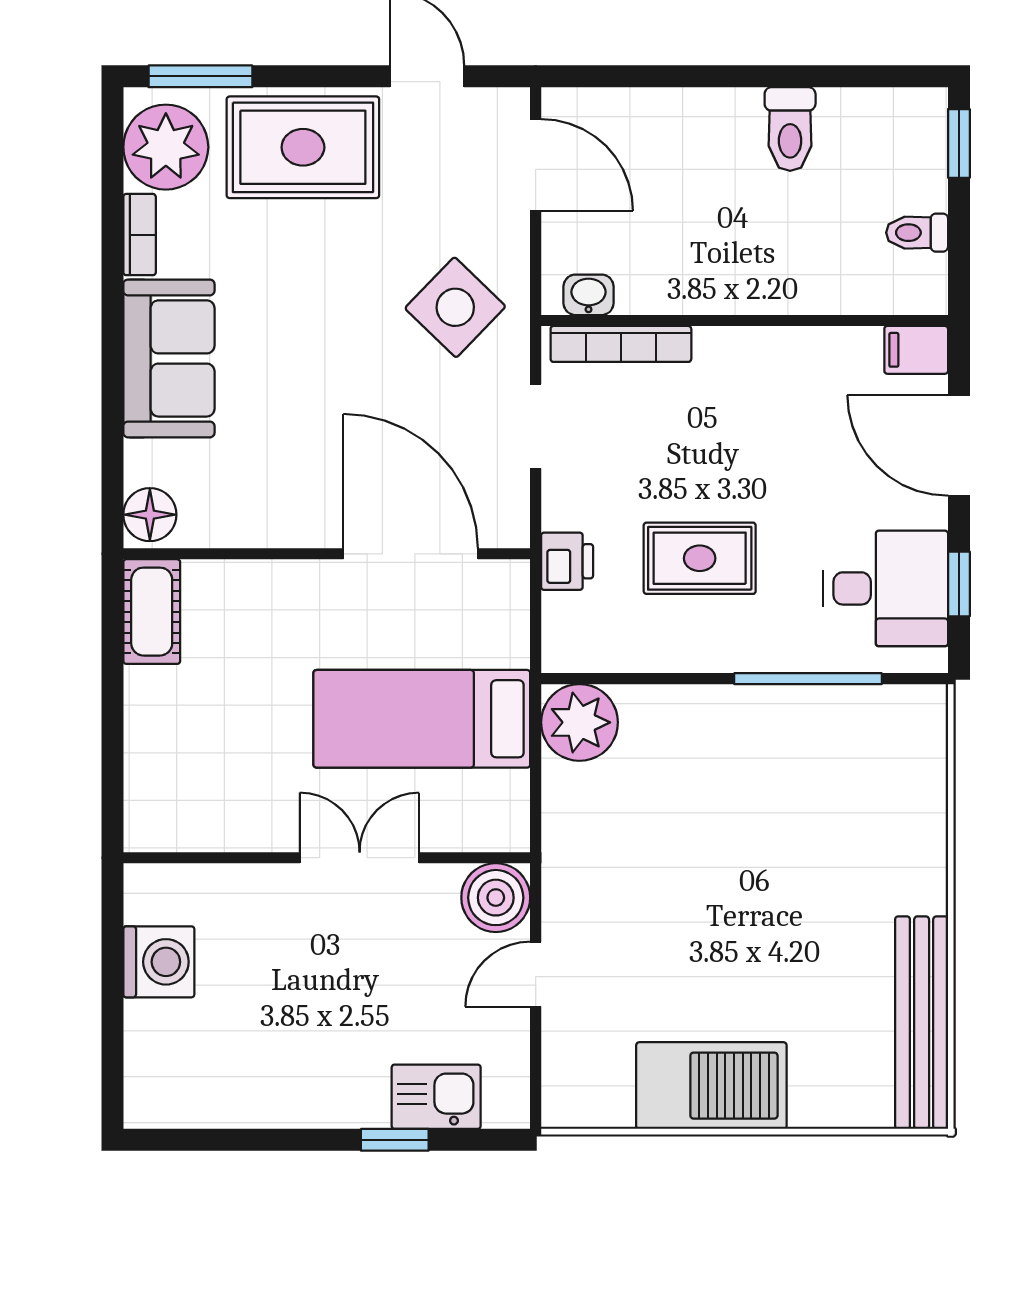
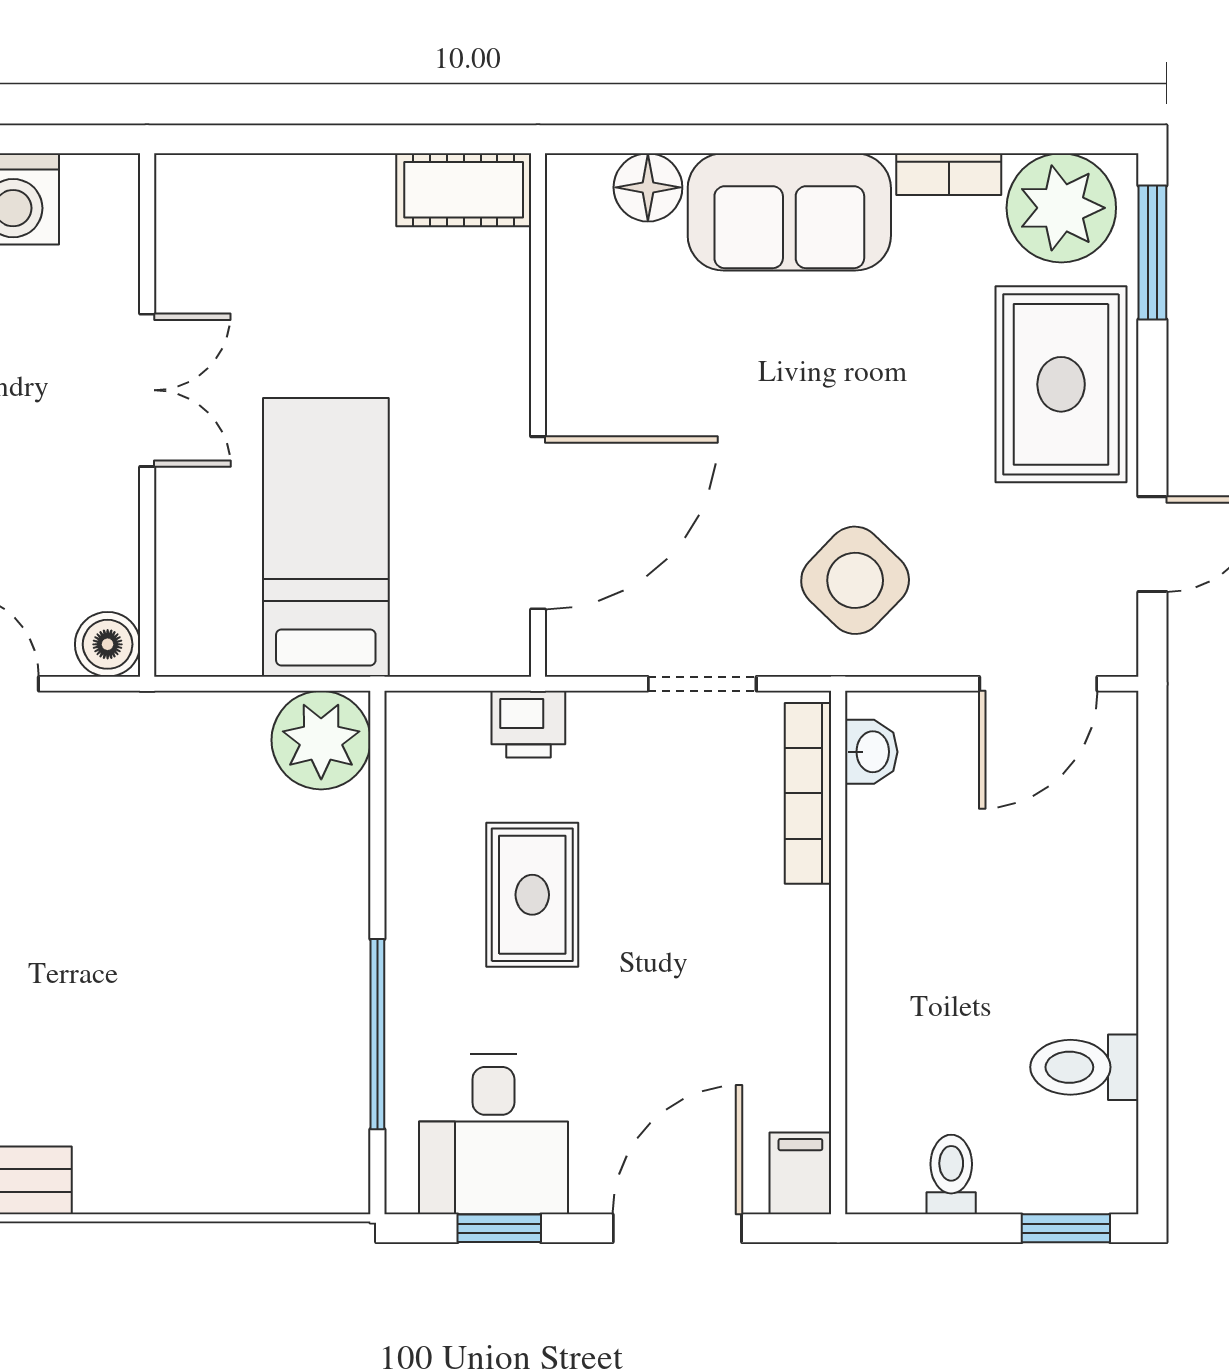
toilet: (790, 129) -> (1084, 1067), moved
floor lamp: (150, 515) -> (648, 187), moved
double door: (360, 858) -> (147, 390), moved
boiler: (496, 898) -> (108, 644), width x0.73, depth x0.73

